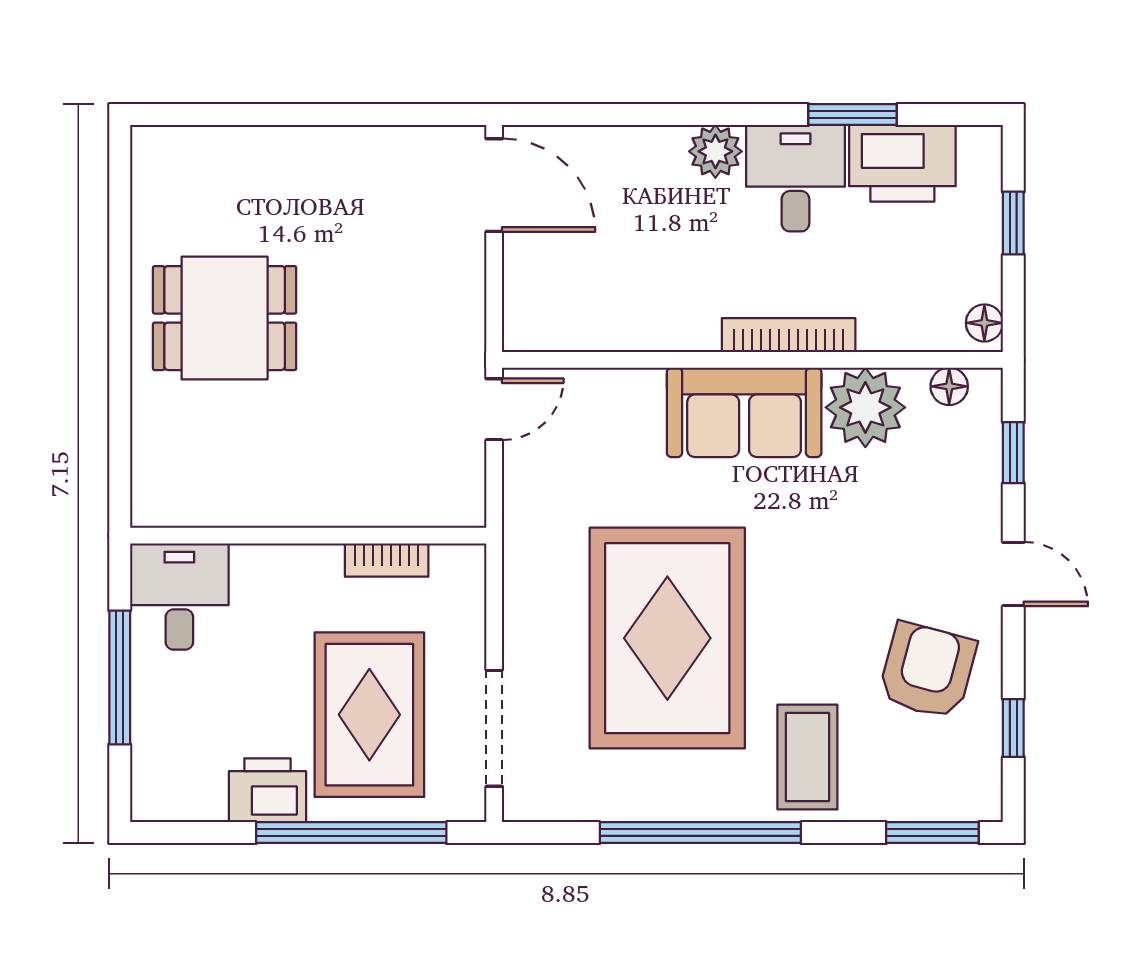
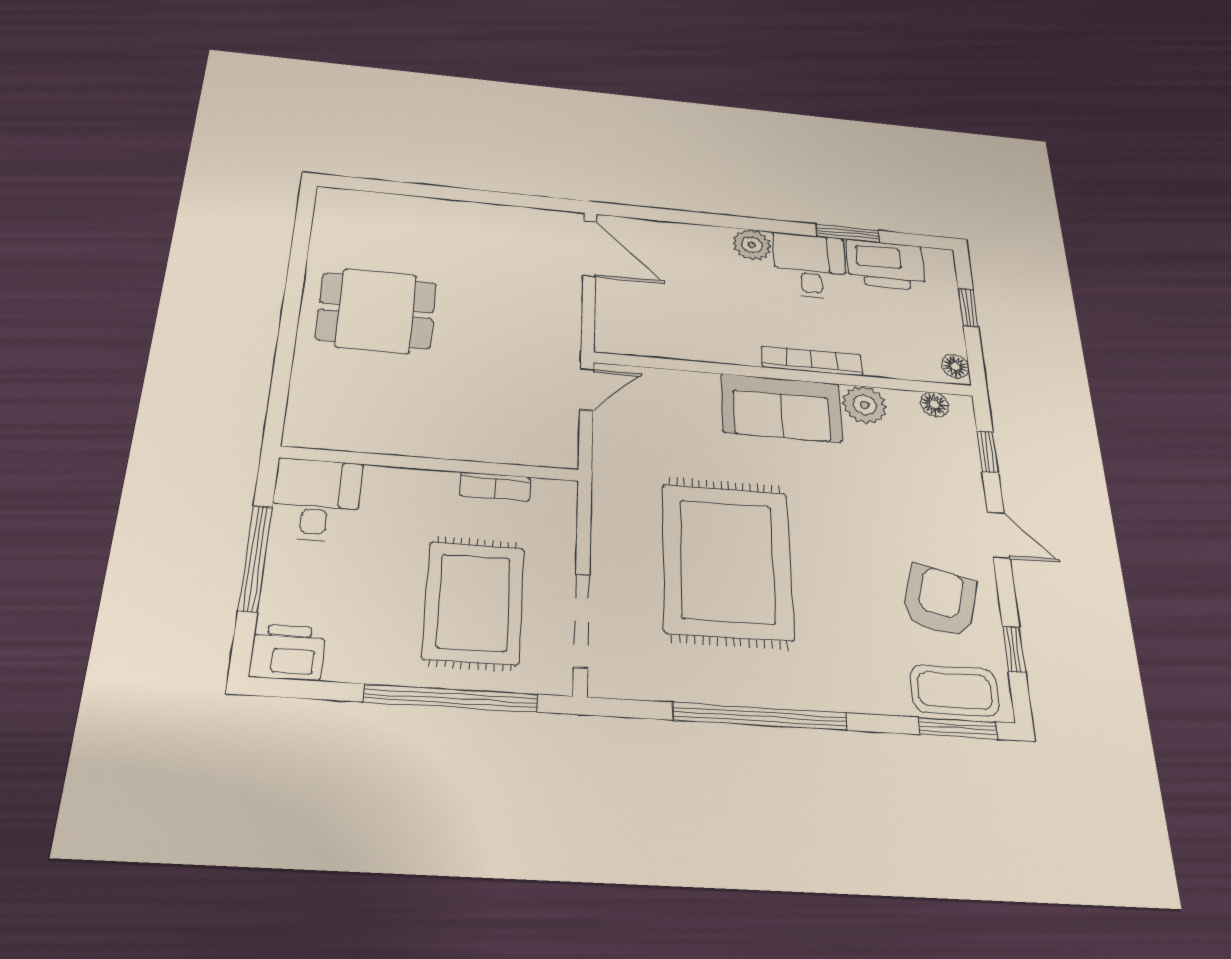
plant: (865, 407) -> (865, 405), width x0.73, depth x0.73
coffee table: (807, 757) -> (955, 690), moved, turned 90
printer: (267, 790) -> (287, 652), moved

